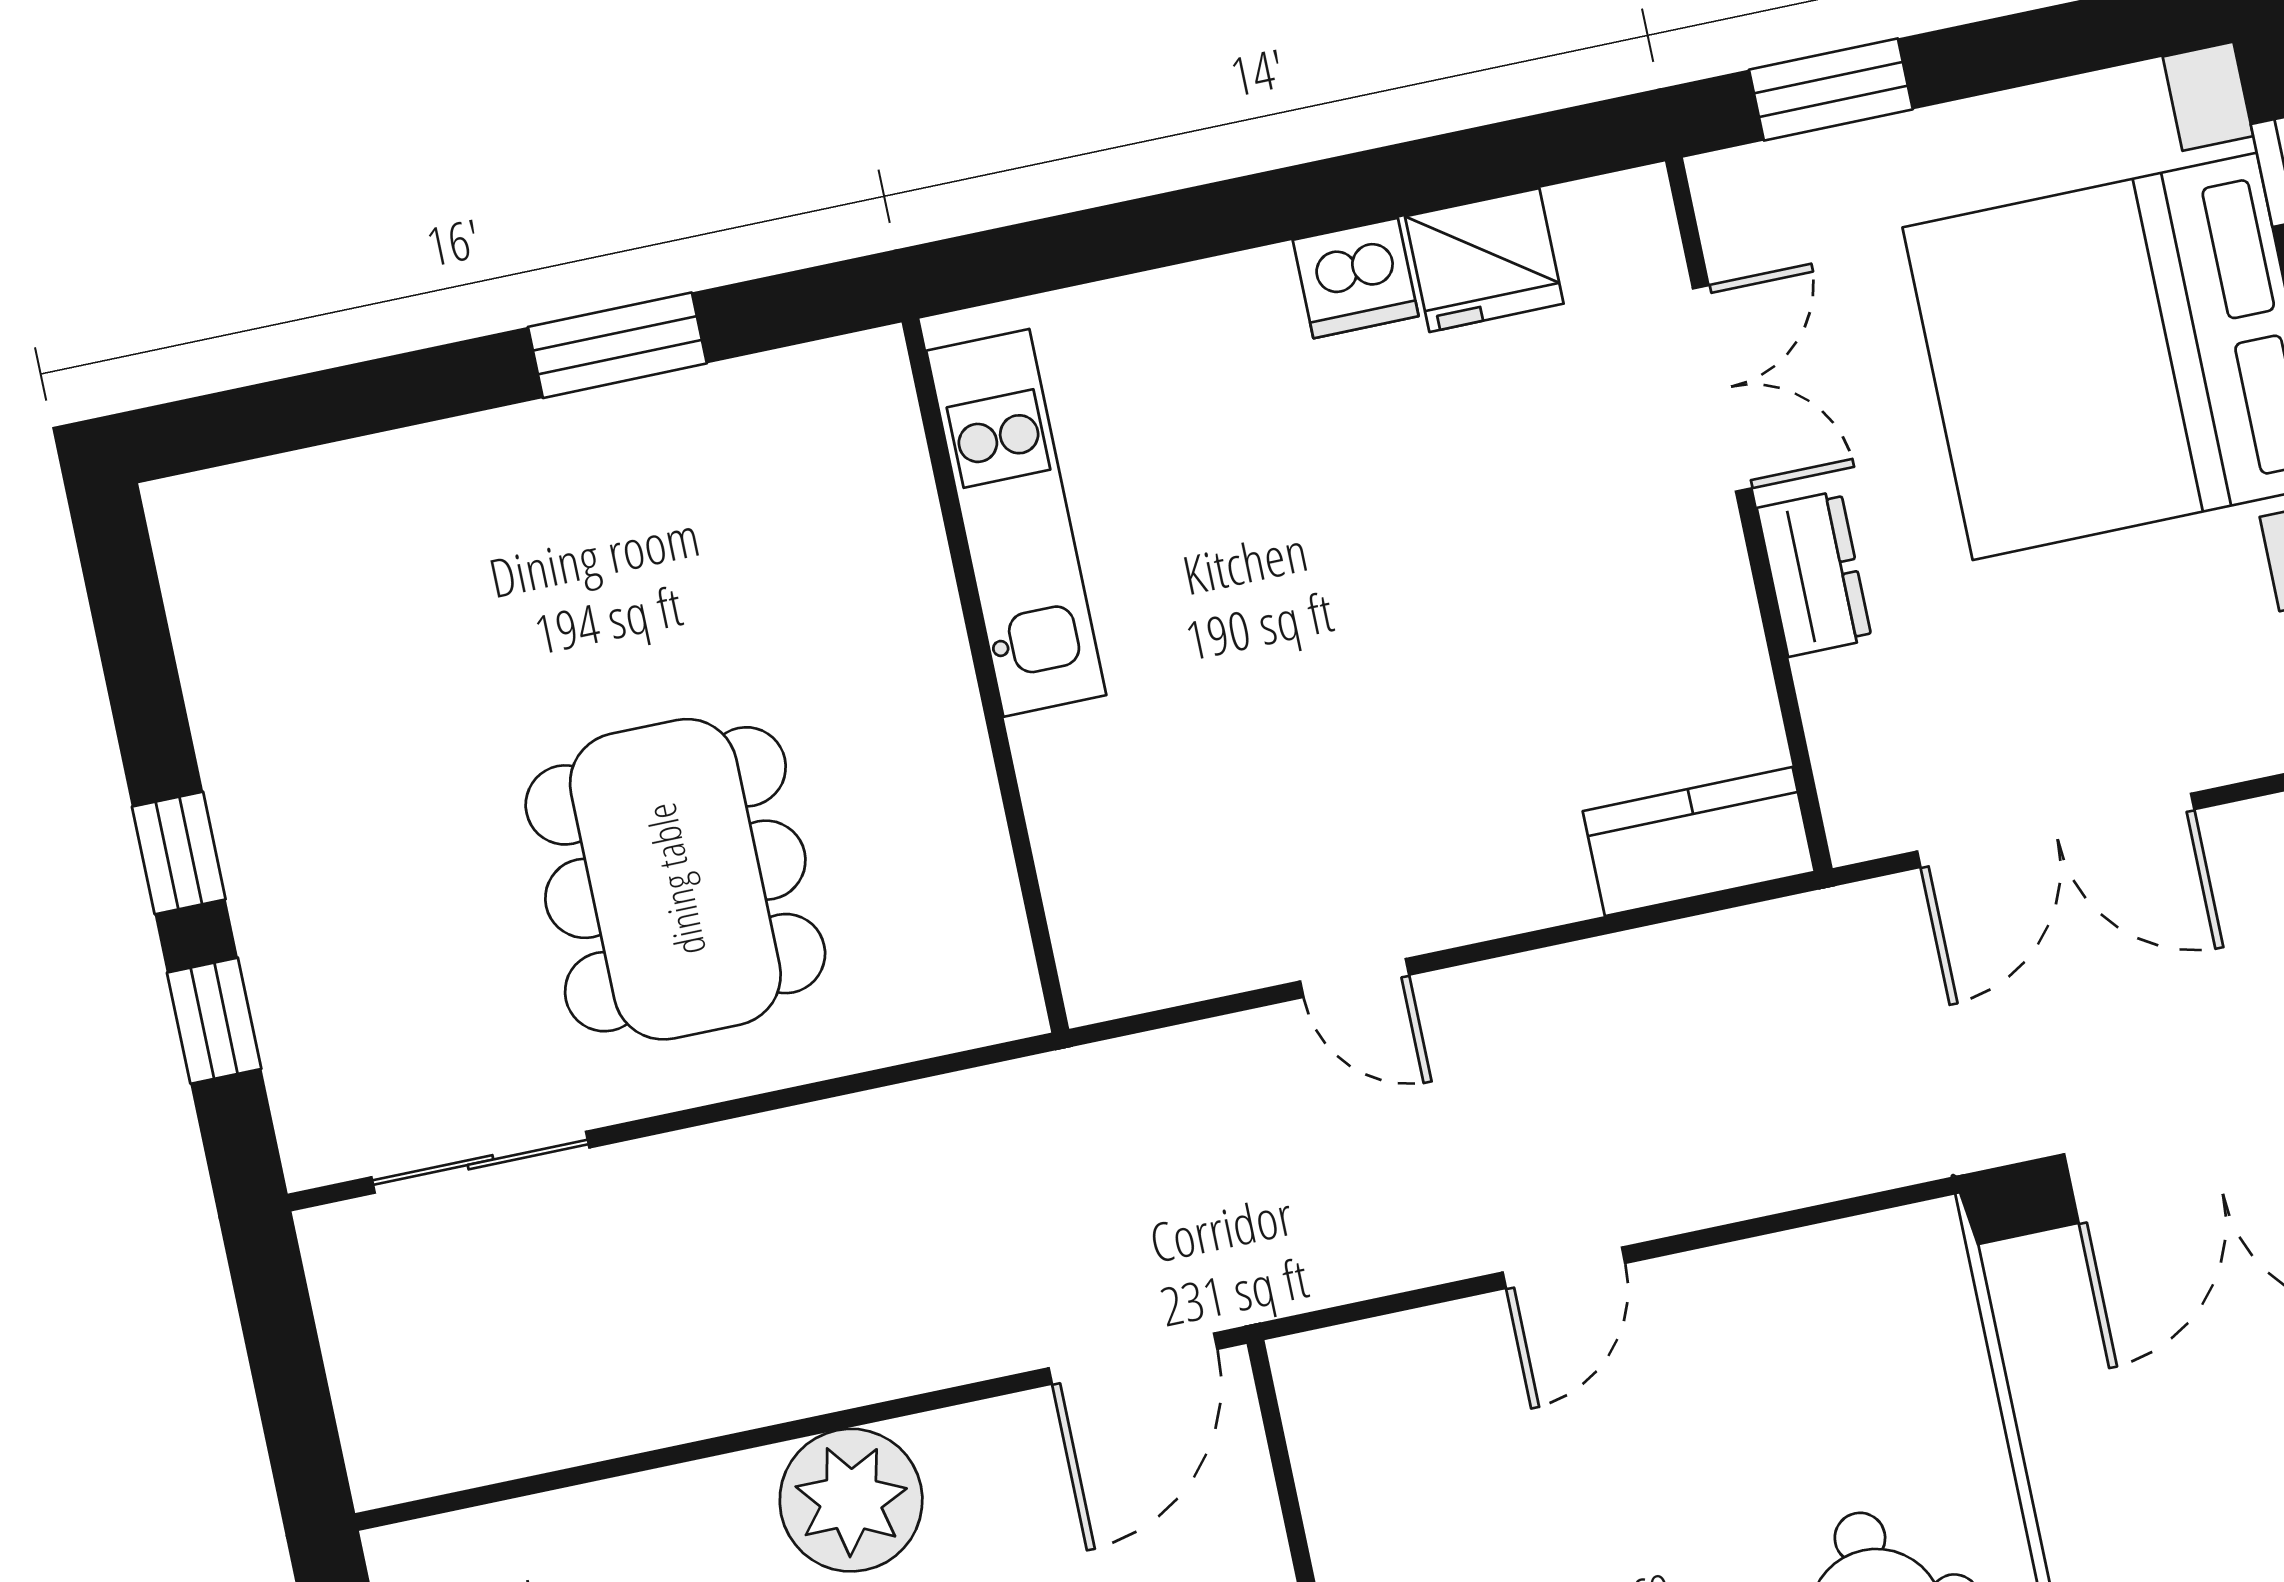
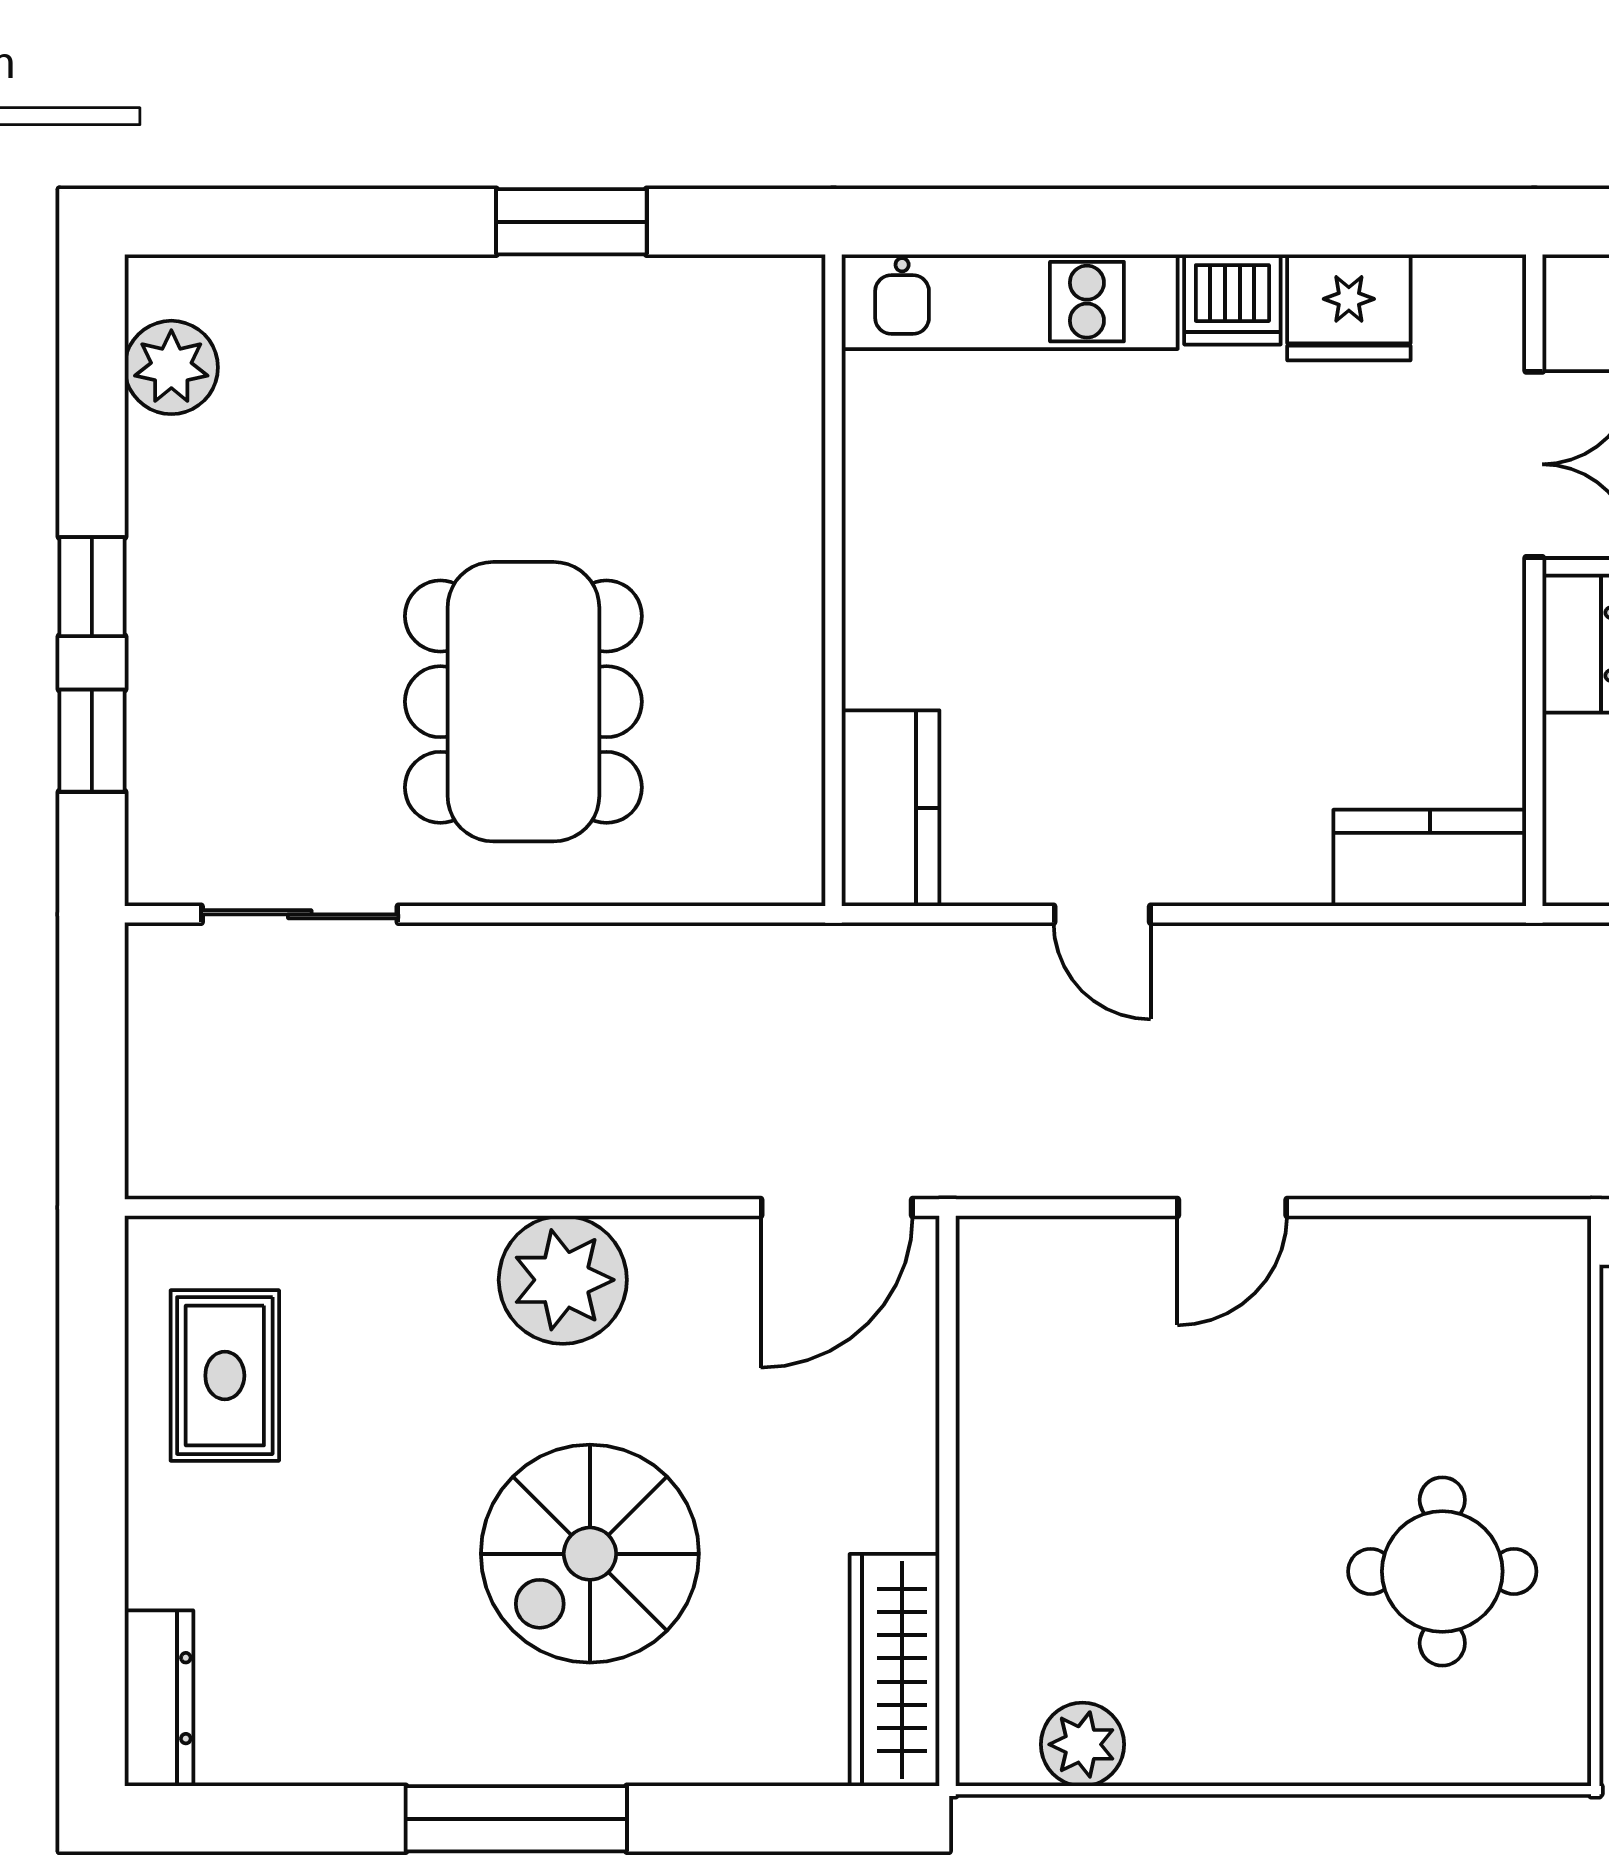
kitchen unit: (1016, 523) -> (1010, 302), moved, turned 90
plant: (215, 596) -> (171, 367), added
kitchen counter: (1100, 911) -> (891, 808), added

